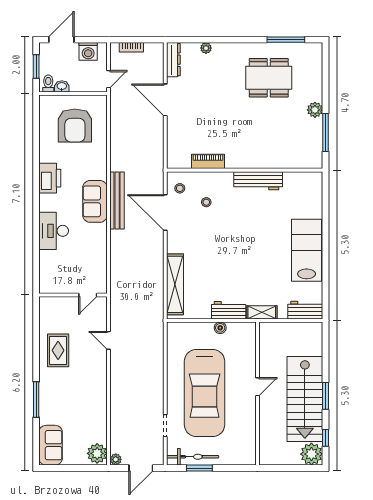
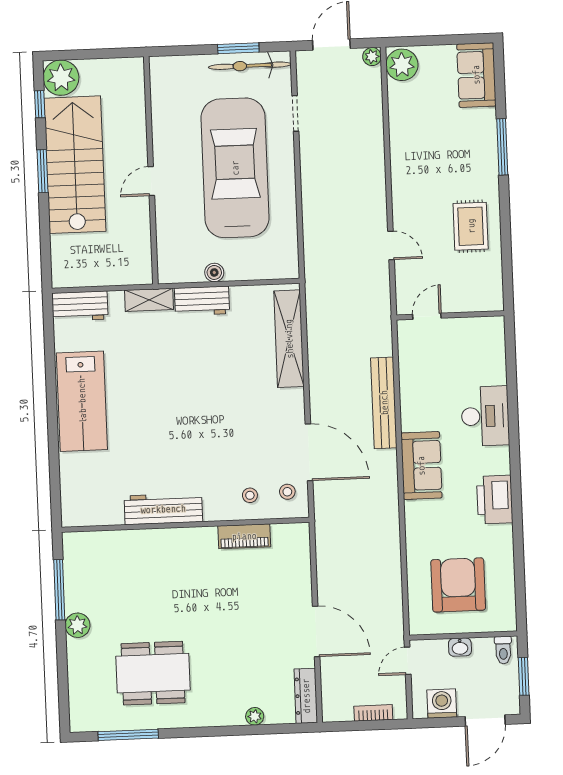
washbasin: (62, 86) -> (460, 647), moved
bench: (117, 201) -> (384, 403), moved
stool: (206, 202) -> (250, 495), moved

